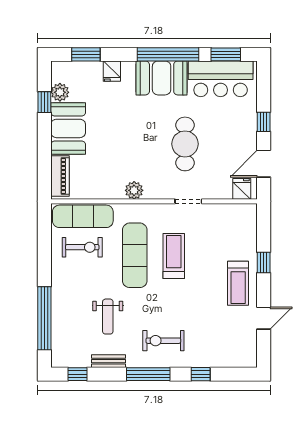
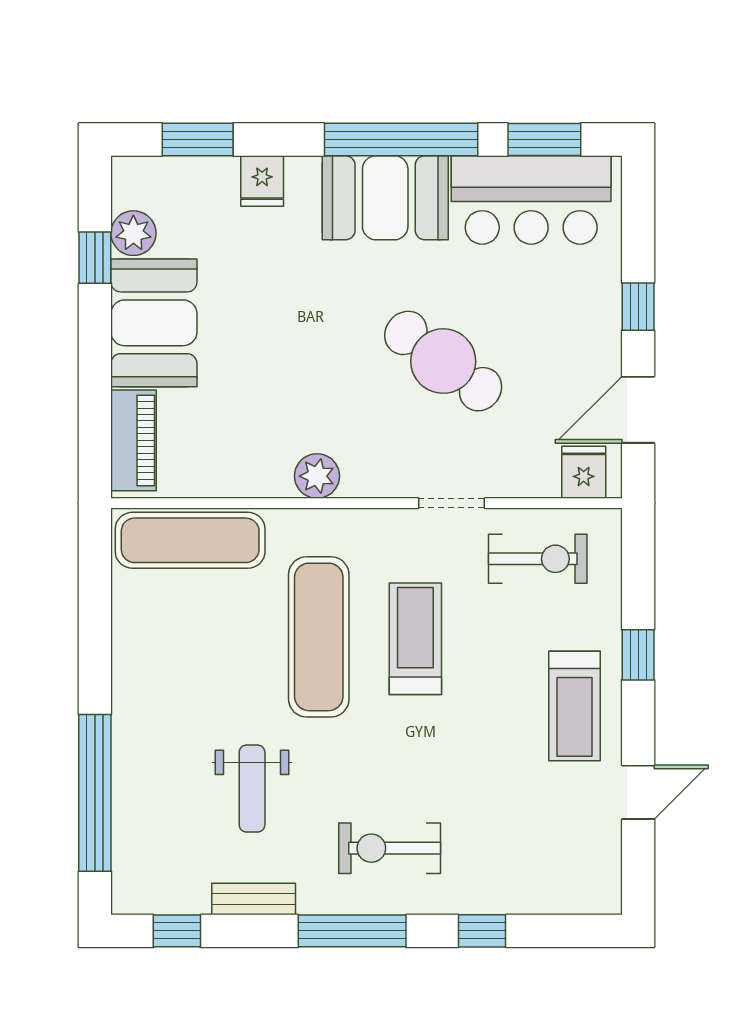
cafe table: (185, 144) -> (443, 361), turned -53
exercise bike: (82, 247) -> (538, 559), moved

